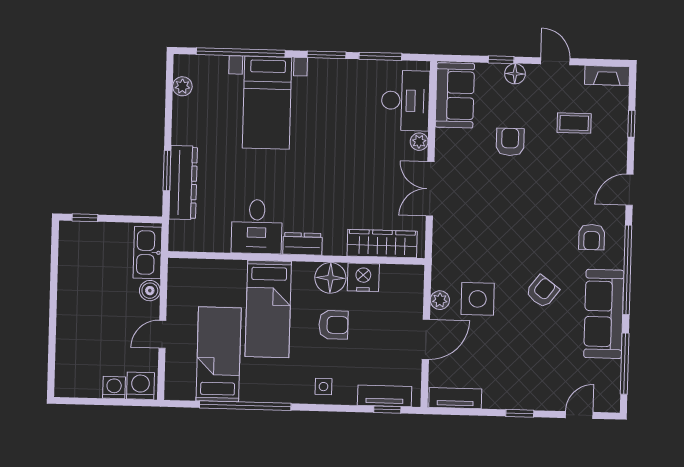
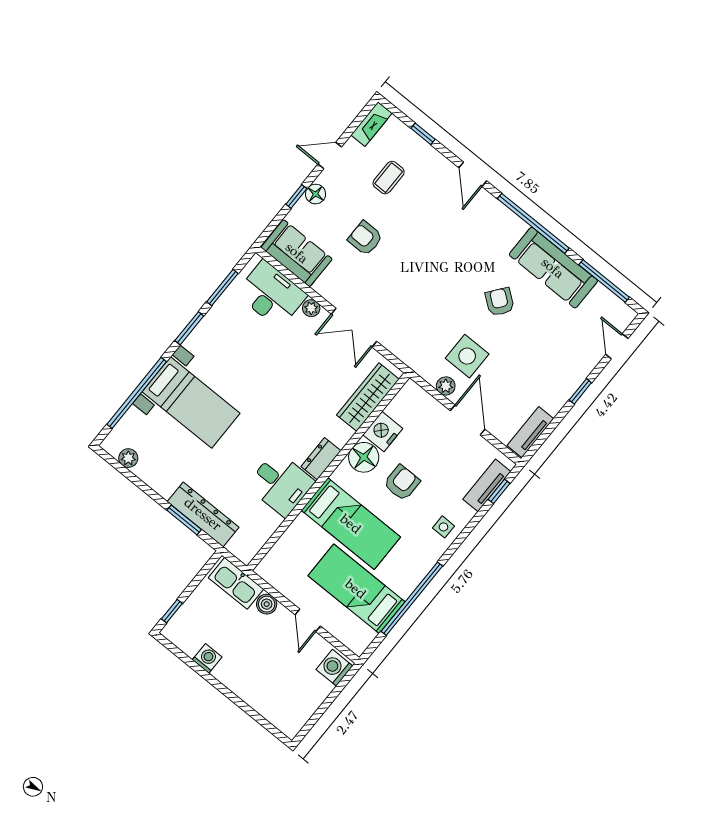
armchair: (592, 237) -> (487, 232), removed
washing machine: (114, 388) -> (207, 658), moved, turned 90

